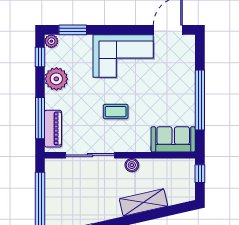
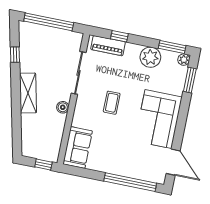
window: (40, 57) -> (172, 47), width x1.50
window: (200, 100) -> (130, 182), moved
window: (40, 118) -> (119, 36), width x0.46
shelving: (144, 202) -> (28, 93), moved

